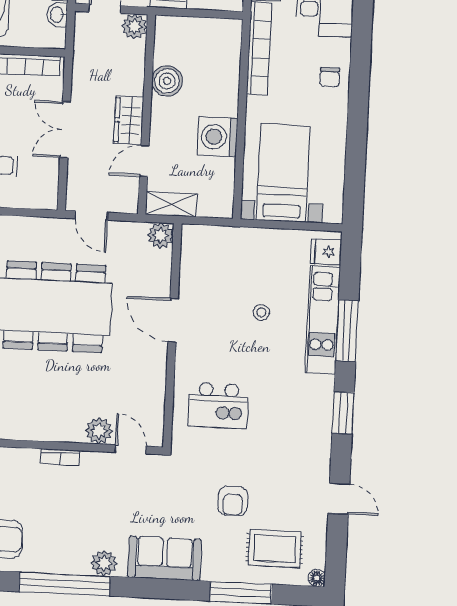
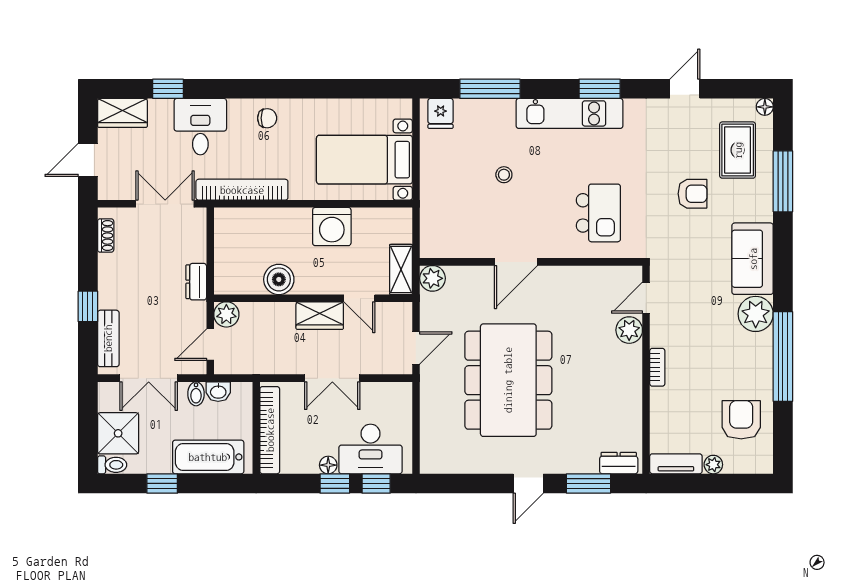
kitchen unit: (323, 320) -> (569, 113), moved
window: (347, 331) -> (490, 89), moved
plant: (104, 563) -> (756, 314), width x1.36, depth x1.36

